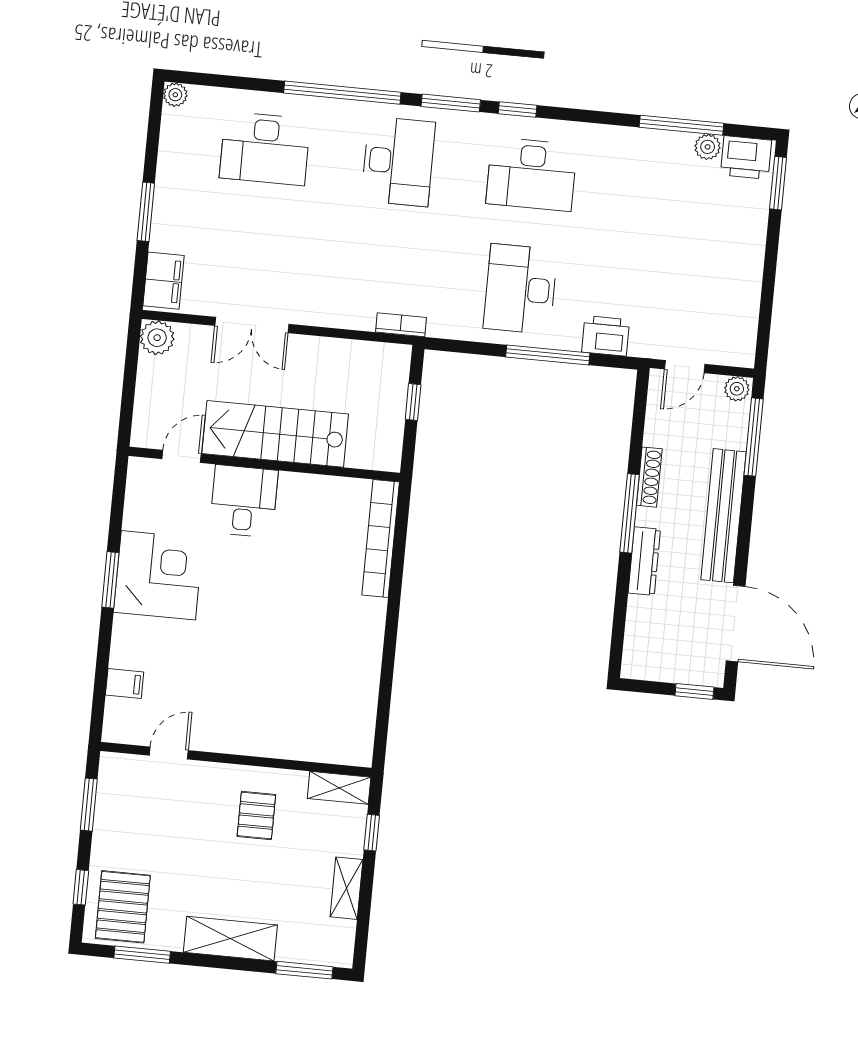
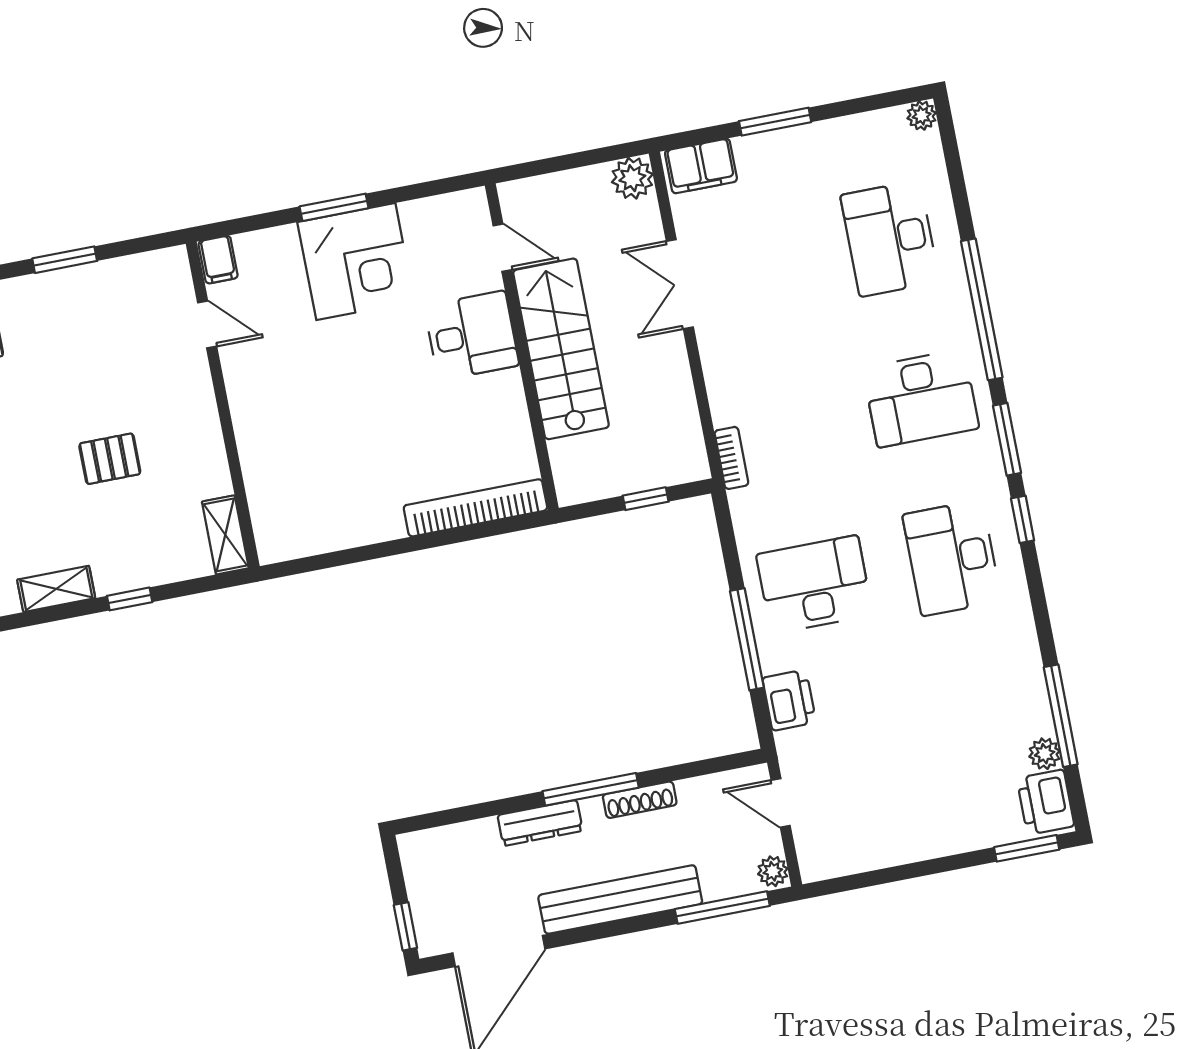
door: (169, 753) -> (207, 324), moved
wall: (236, 759) -> (223, 405), moved
shelving: (339, 788) -> (225, 535), moved

